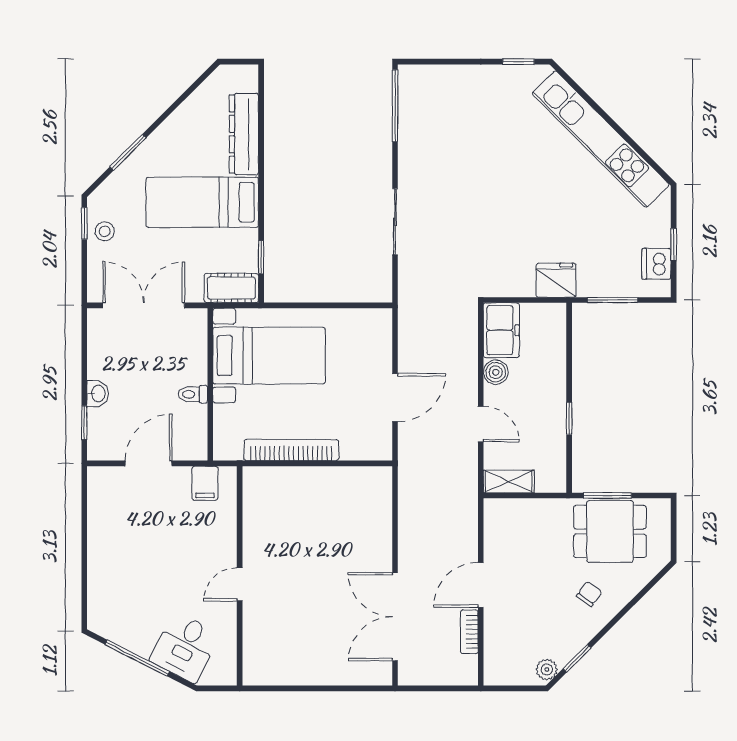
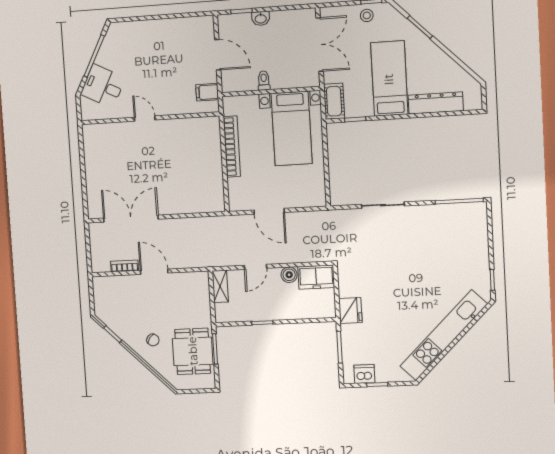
plant: (547, 669) -> (104, 316), removed

